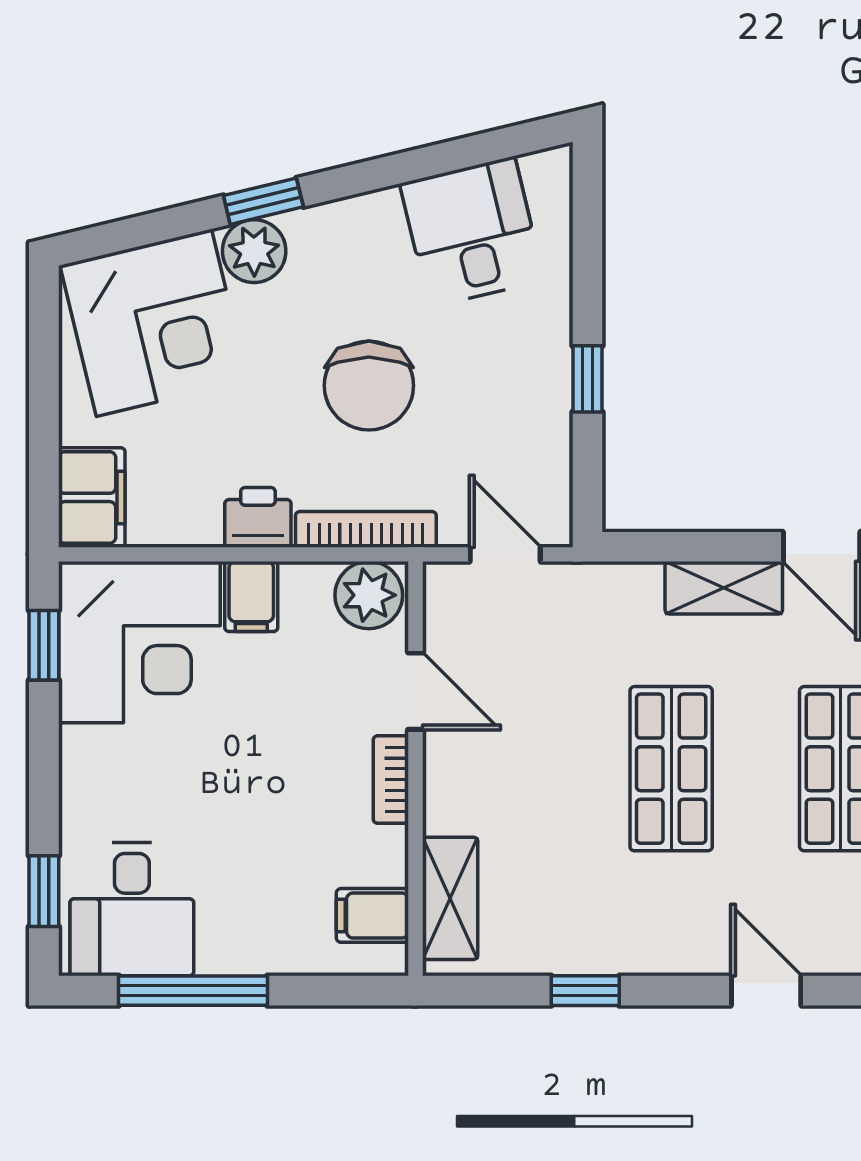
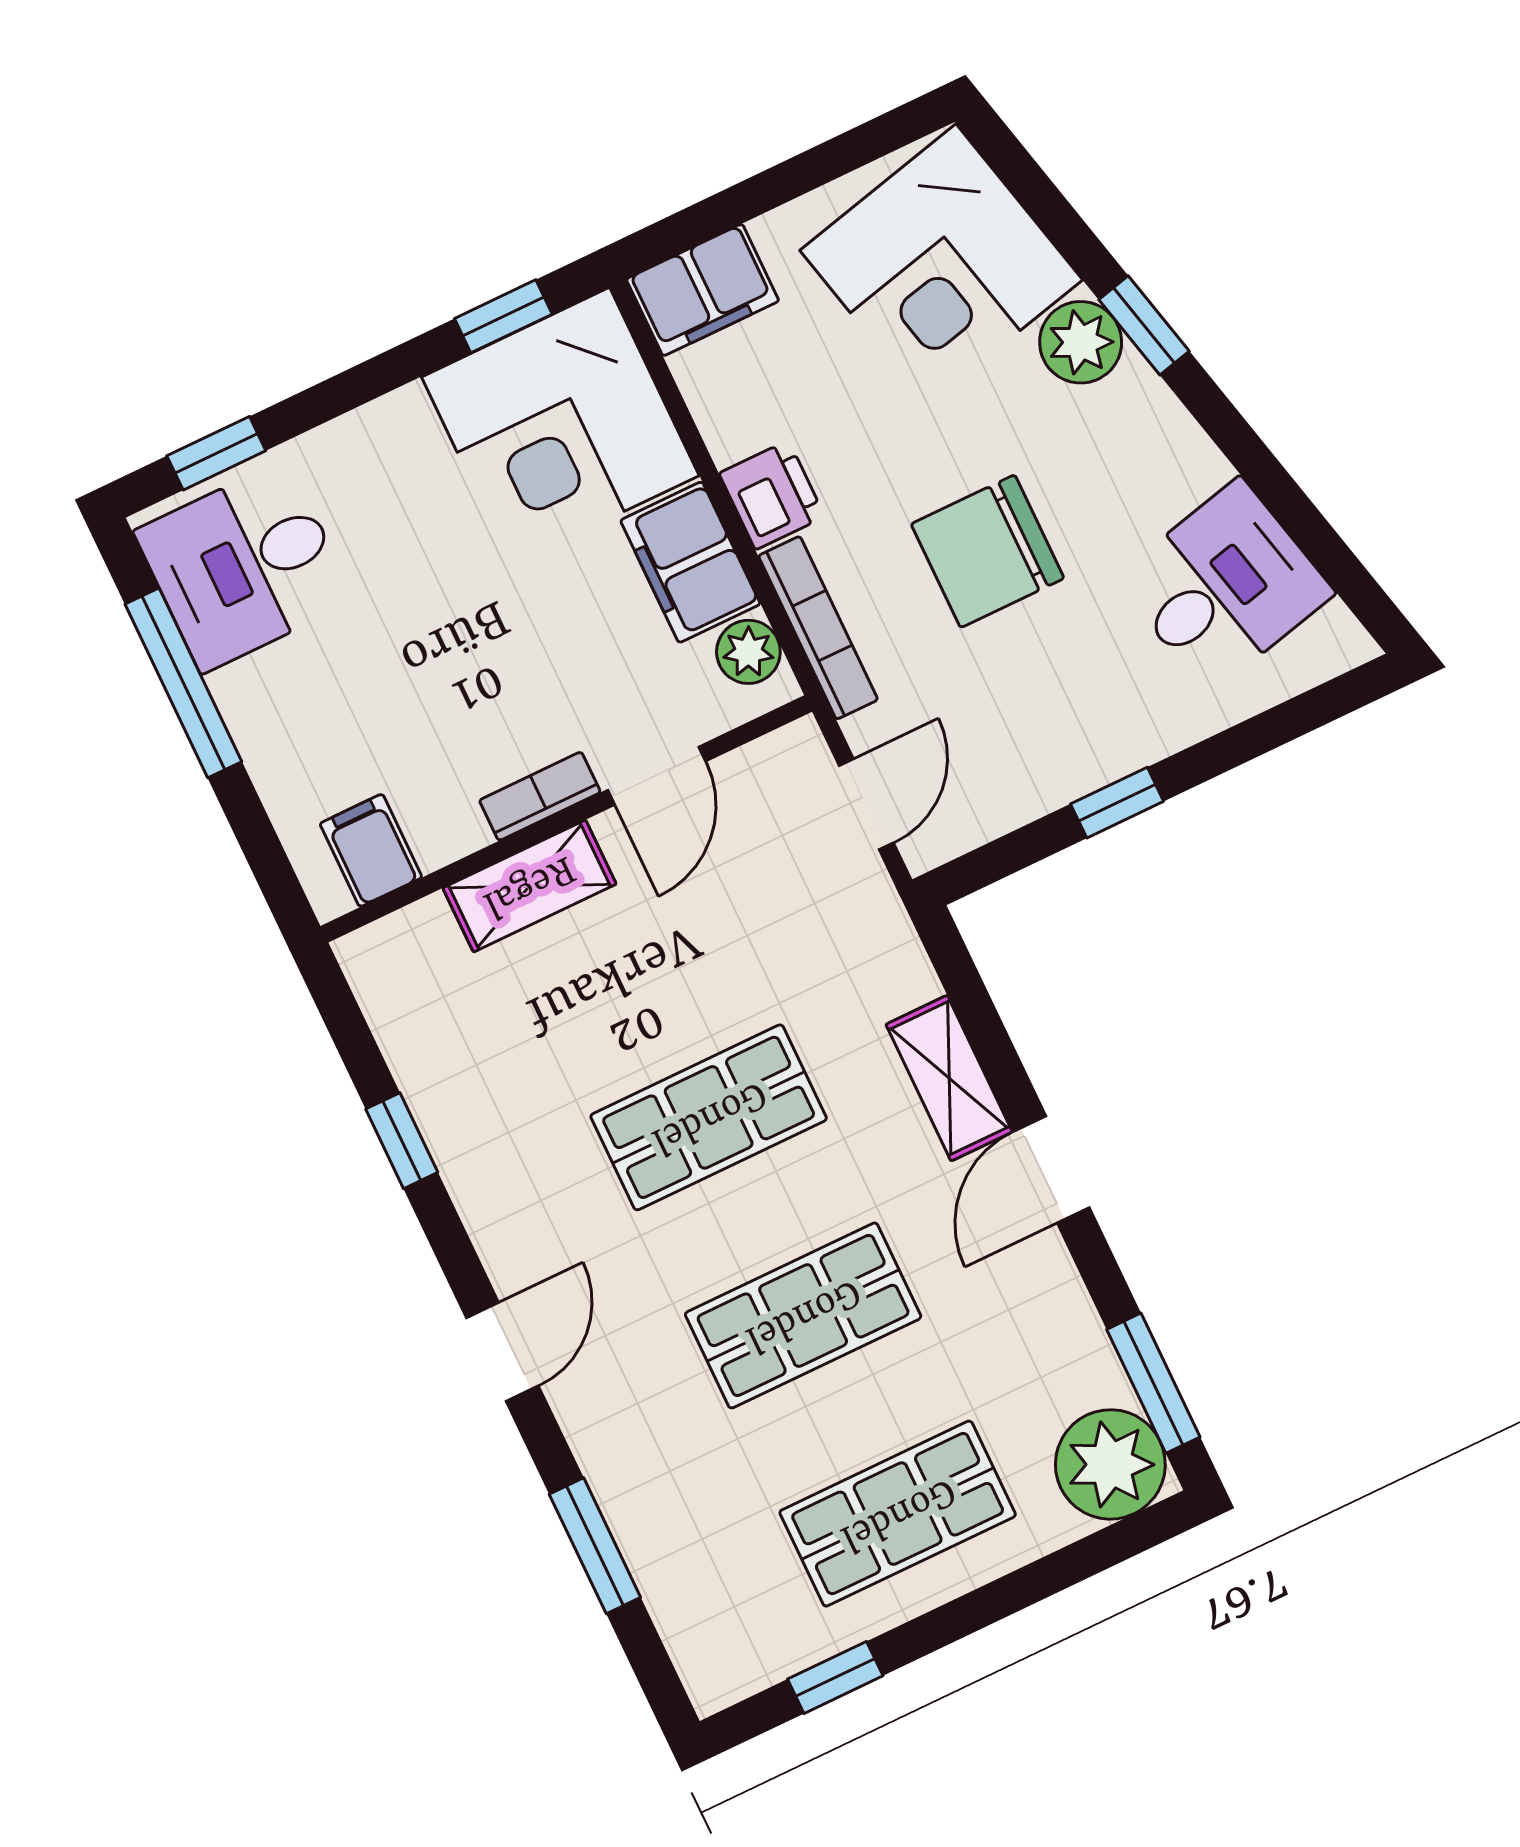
plant: (369, 595) -> (748, 652), width x0.73, depth x0.73
filing cabinet: (251, 597) -> (690, 562), width x2.00
shelving: (450, 898) -> (529, 886), moved

